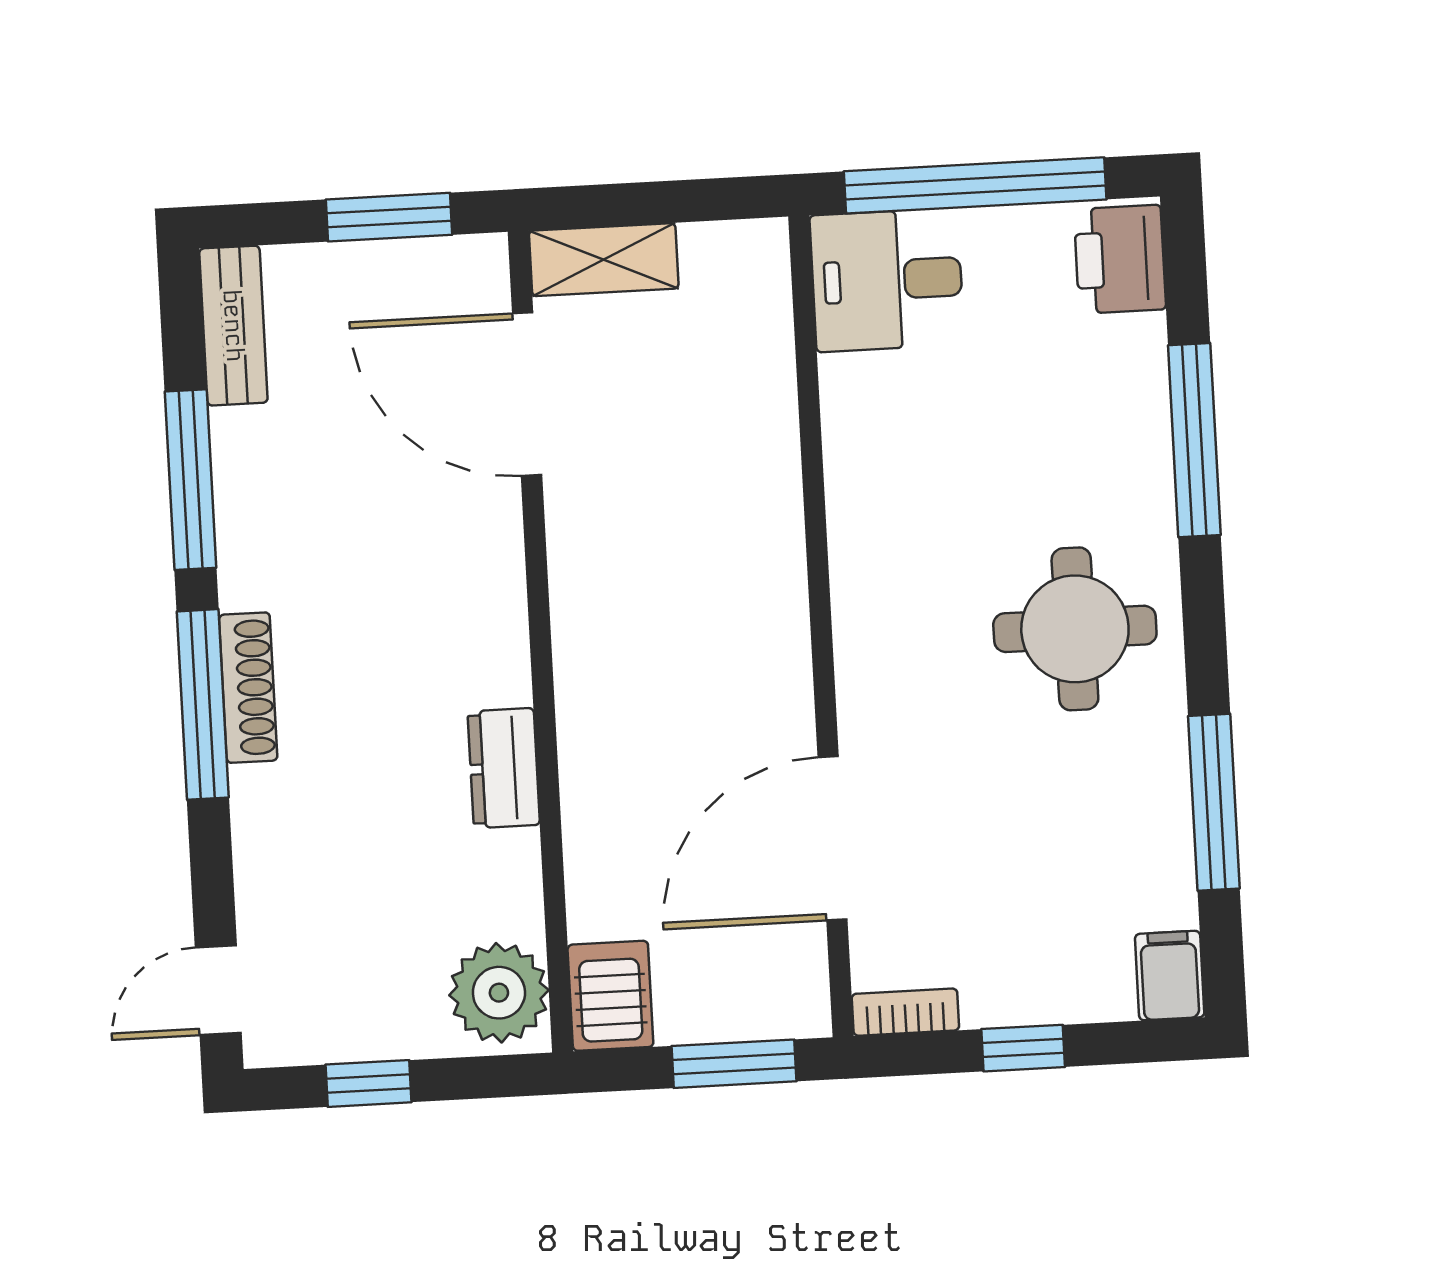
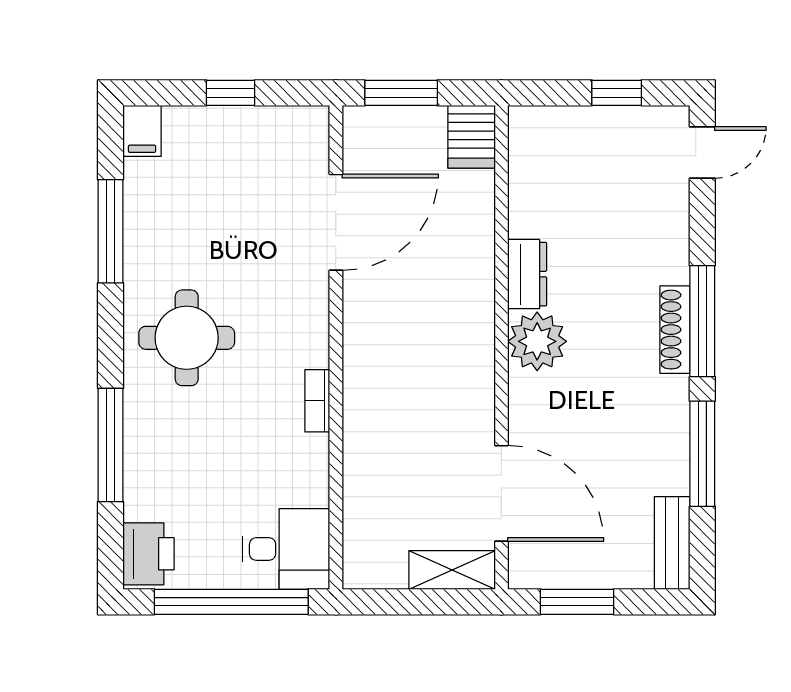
plant: (499, 993) -> (537, 341), moved
bookcase: (905, 1012) -> (317, 401), moved, turned 90

